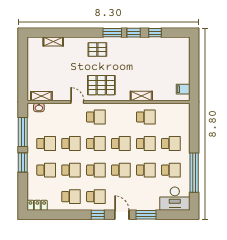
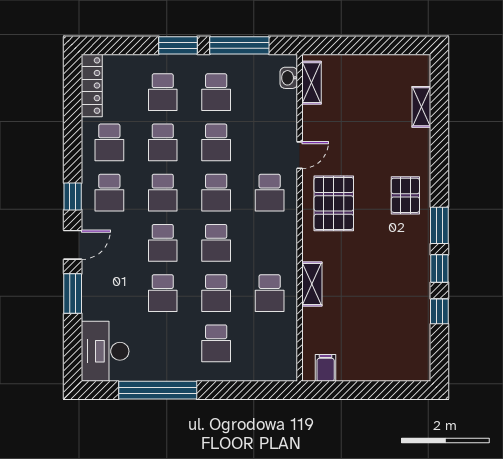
school desk: (171, 170) -> (163, 343), removed
locker: (37, 205) -> (92, 86), width x1.53

